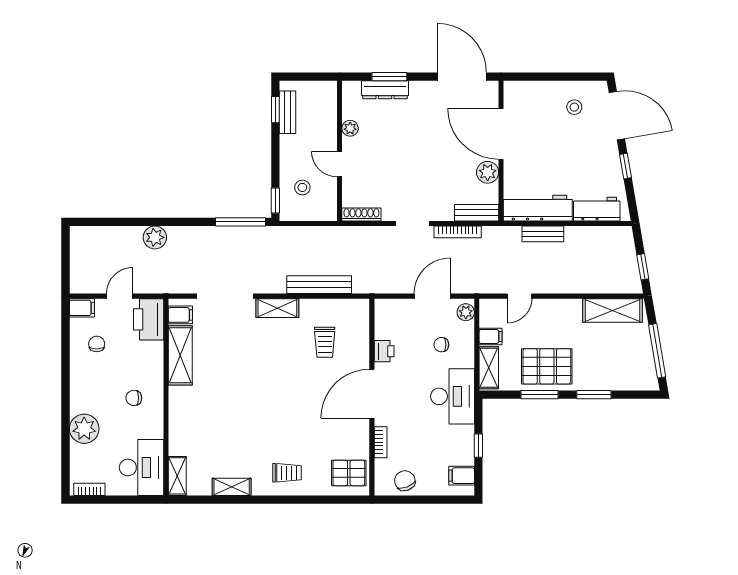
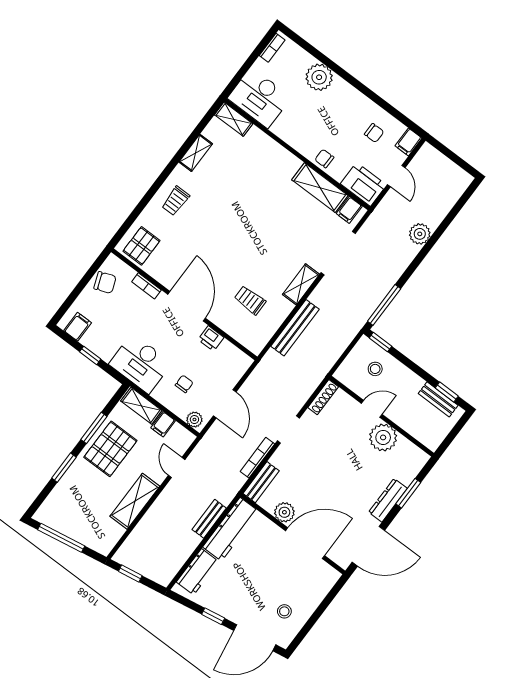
dresser: (385, 90) -> (388, 500), moved
plant: (350, 128) -> (383, 437), width x1.88, depth x1.88
shelving: (613, 310) -> (135, 501), moved
chair: (134, 398) -> (324, 159), moved, turned -90

